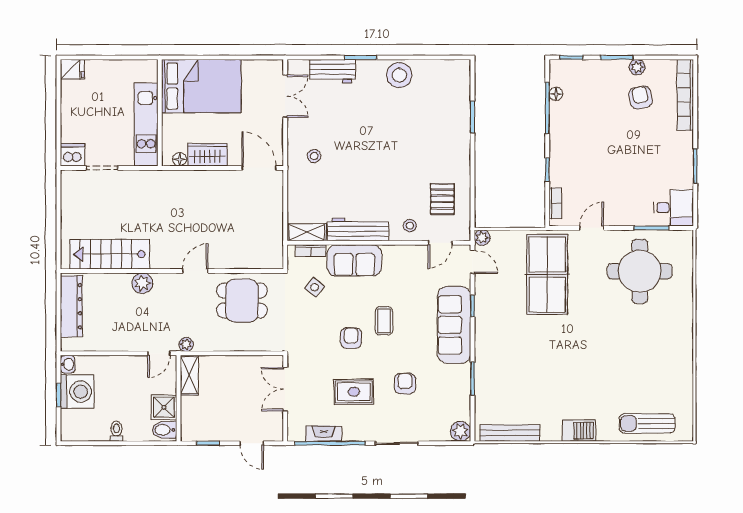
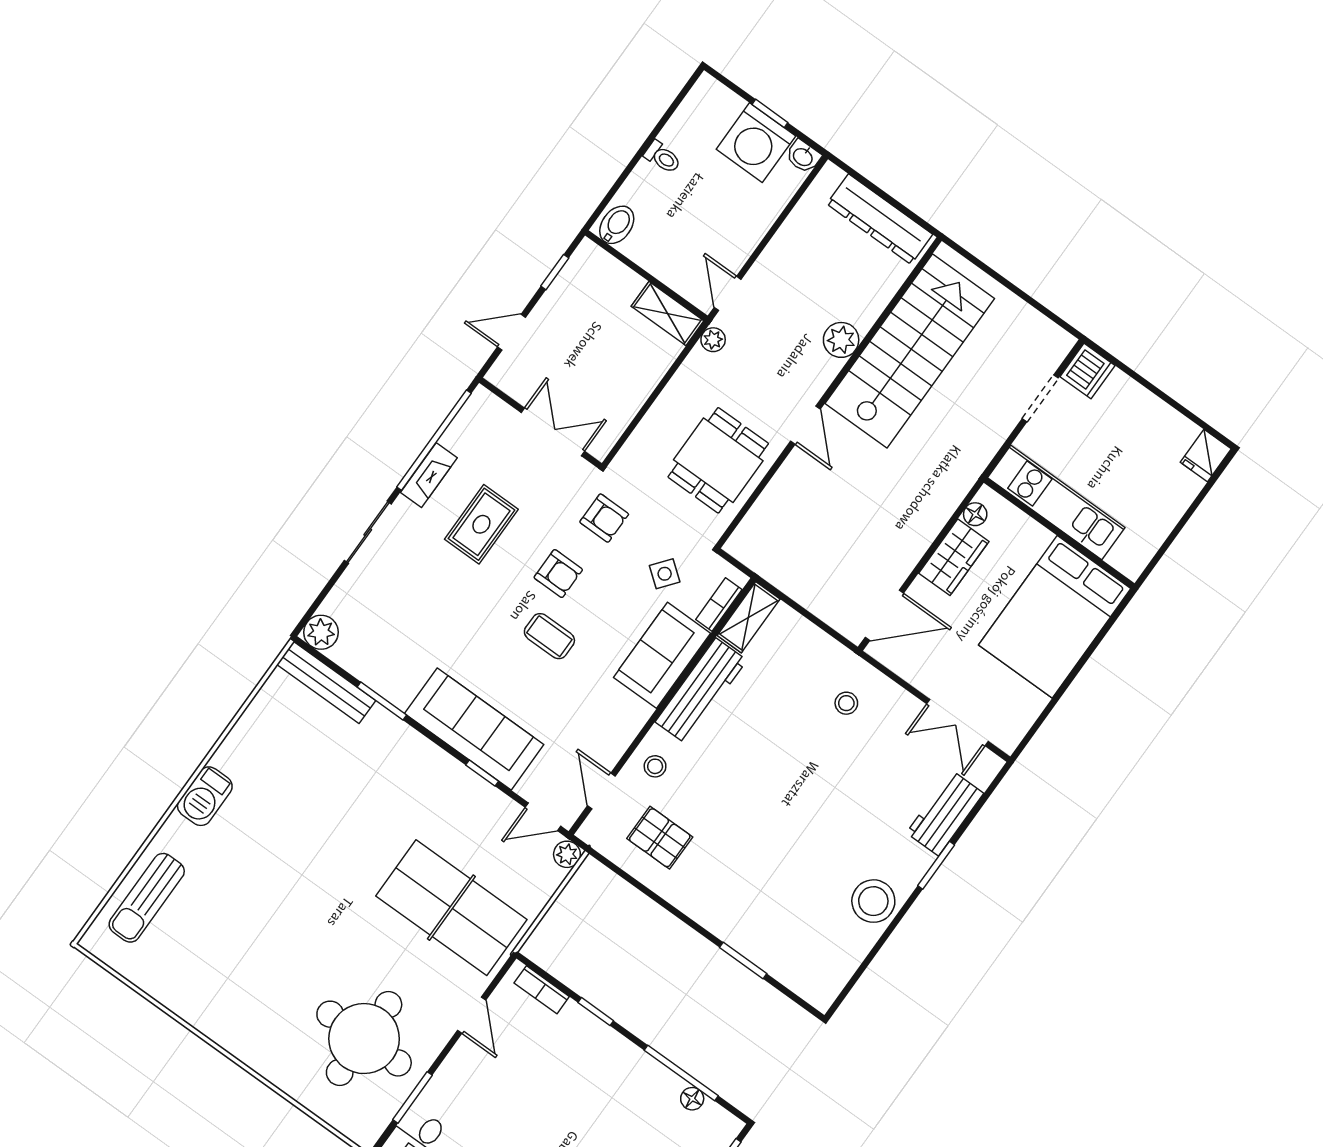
stairs: (110, 254) -> (910, 351), width x1.36, depth x1.51
armchair: (405, 384) -> (604, 518), moved
shower: (164, 407) -> (648, 247), removed
sun lounger: (647, 423) -> (147, 898), turned 180
bench: (510, 433) -> (326, 683), moved, turned 90
fireplace: (324, 434) -> (429, 475), moved

